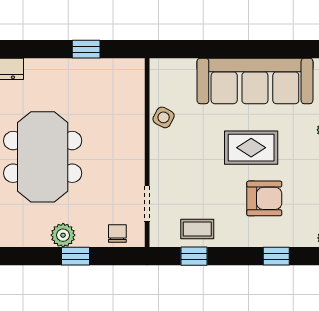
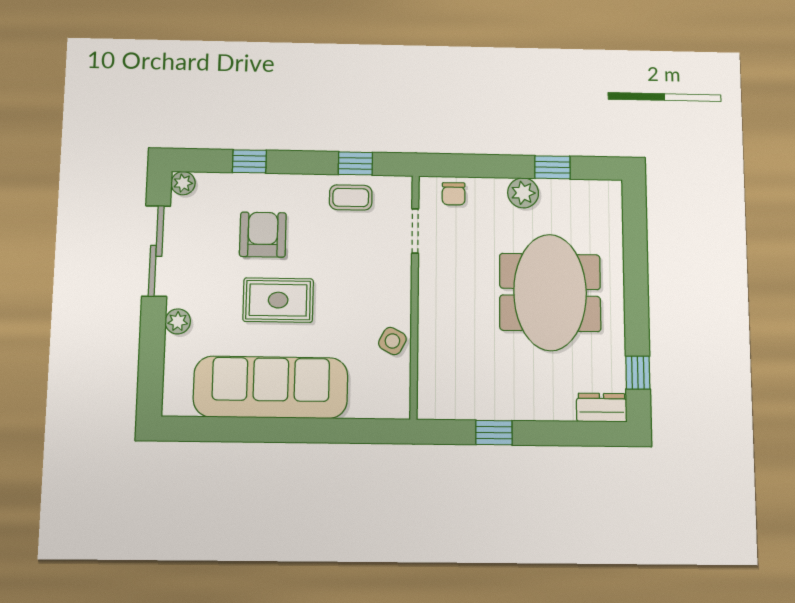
armchair: (264, 198) -> (263, 235), turned 90
window: (75, 256) -> (552, 167), moved

